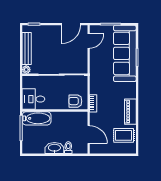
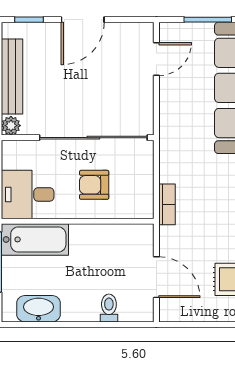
door: (71, 24) -> (83, 20), moved
armchair: (75, 101) -> (94, 185), moved
washbasin: (54, 148) -> (39, 309), moved

